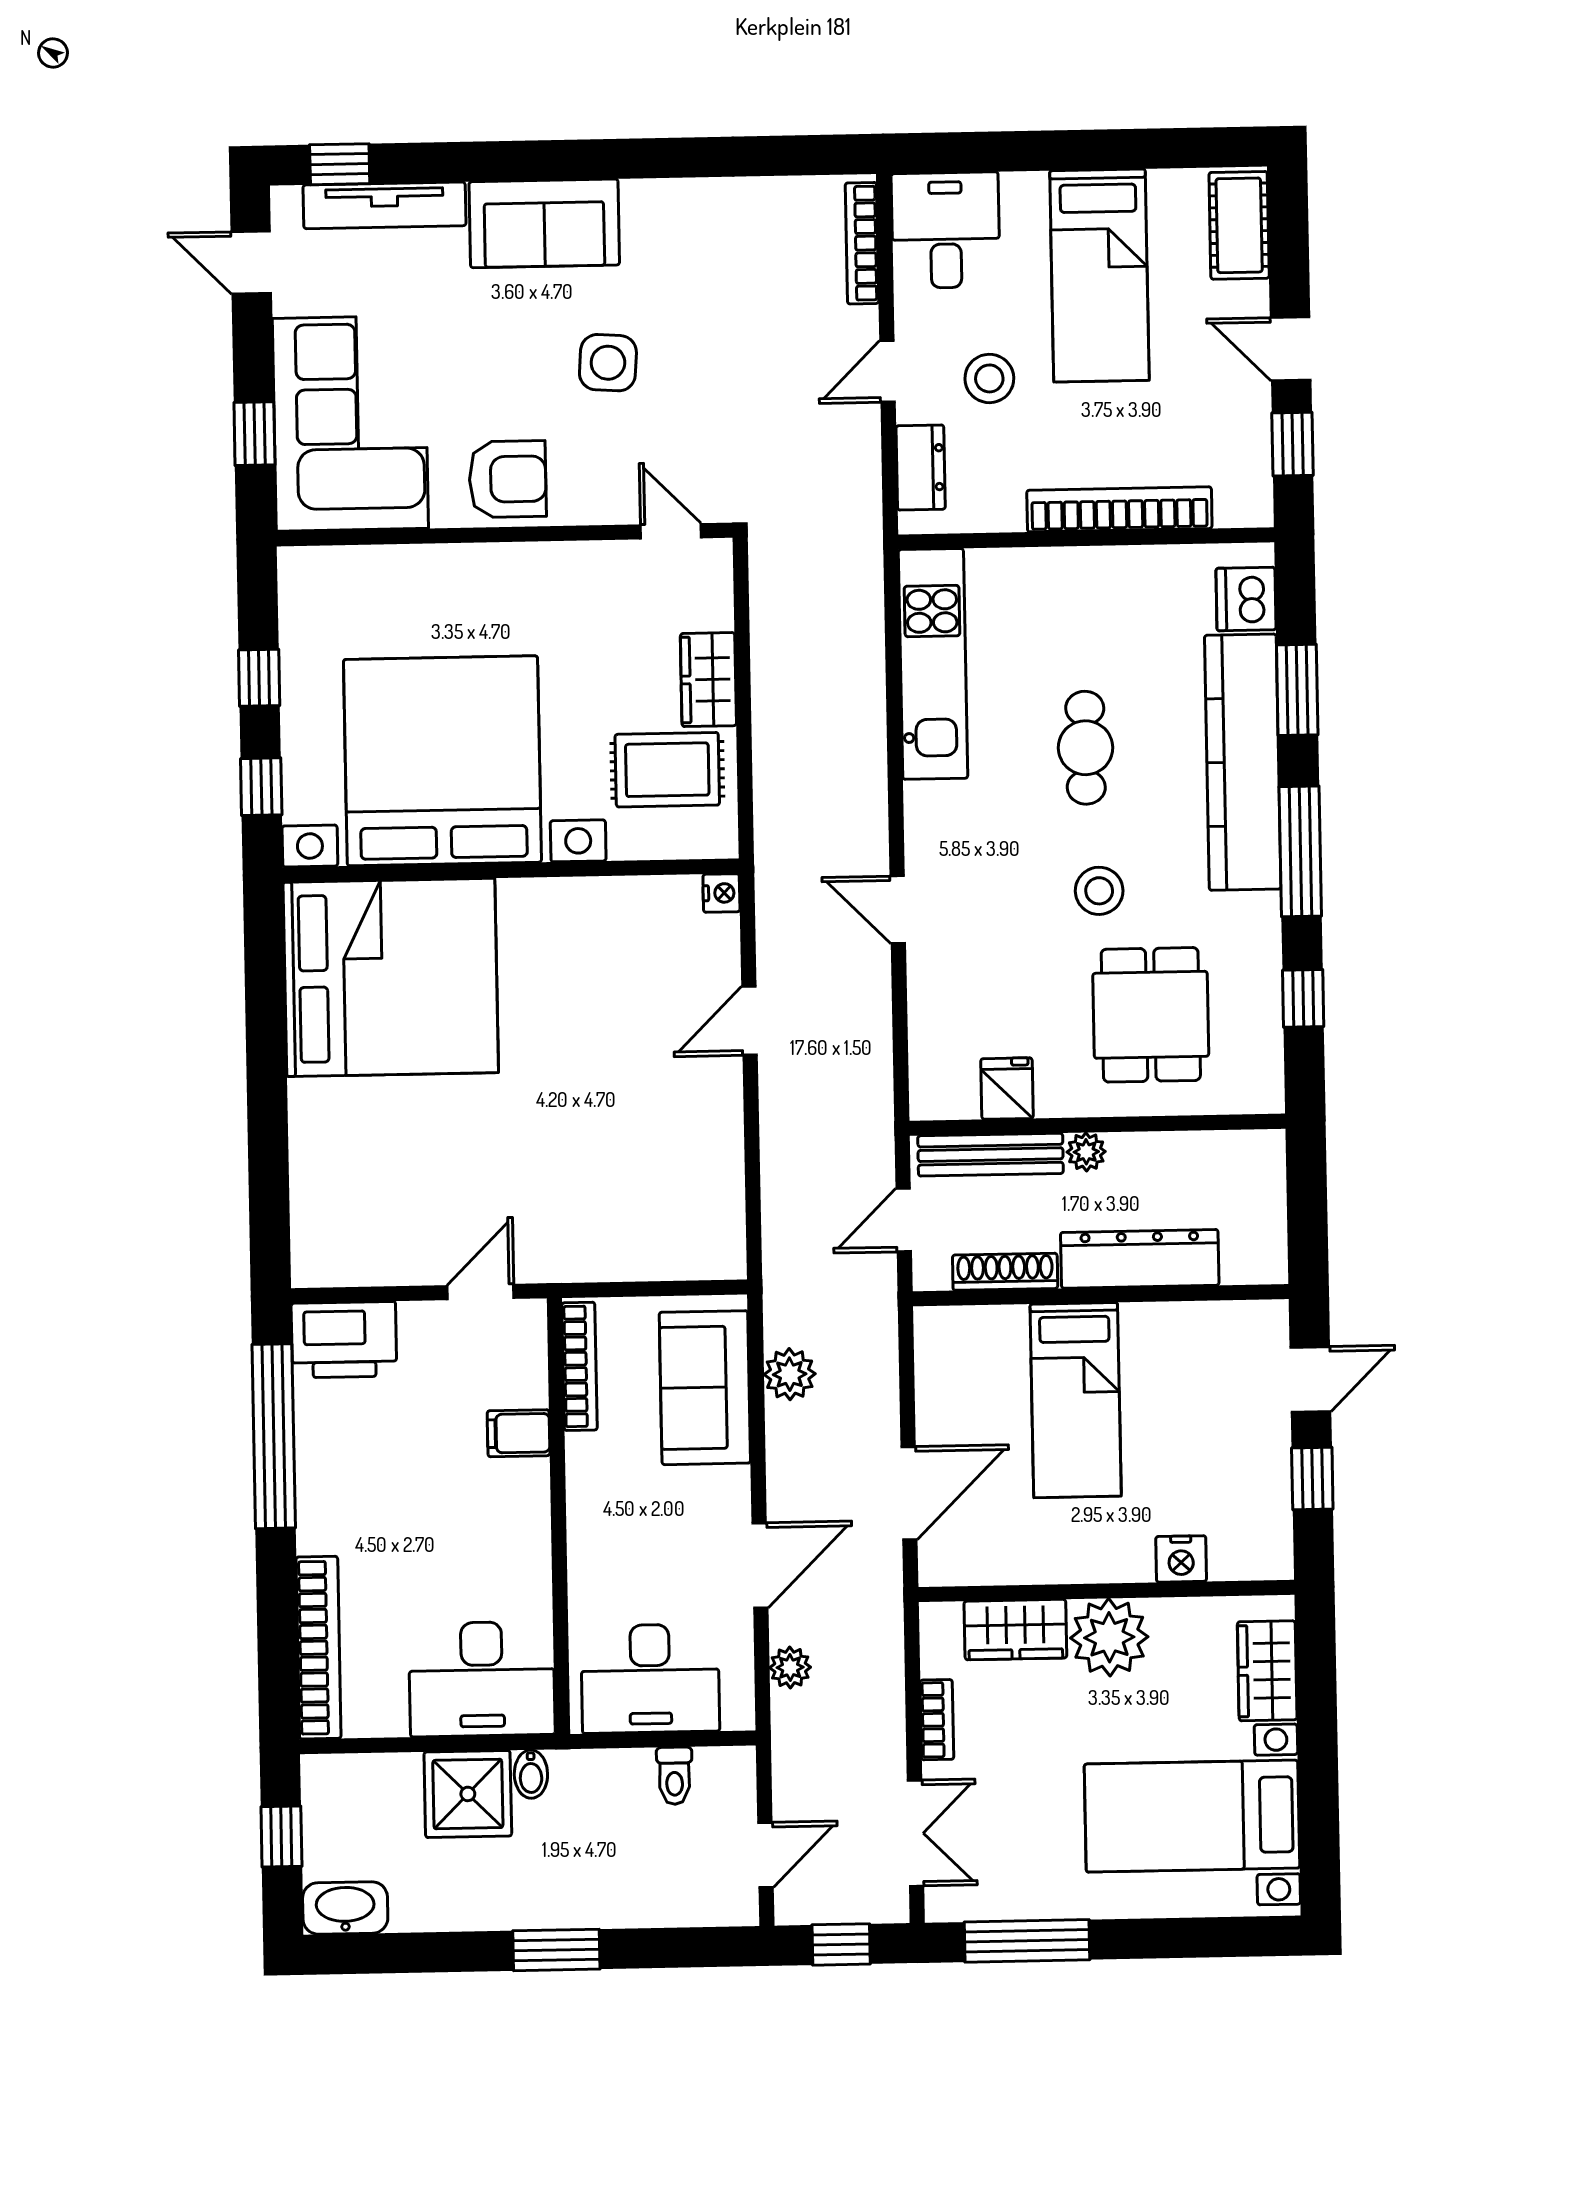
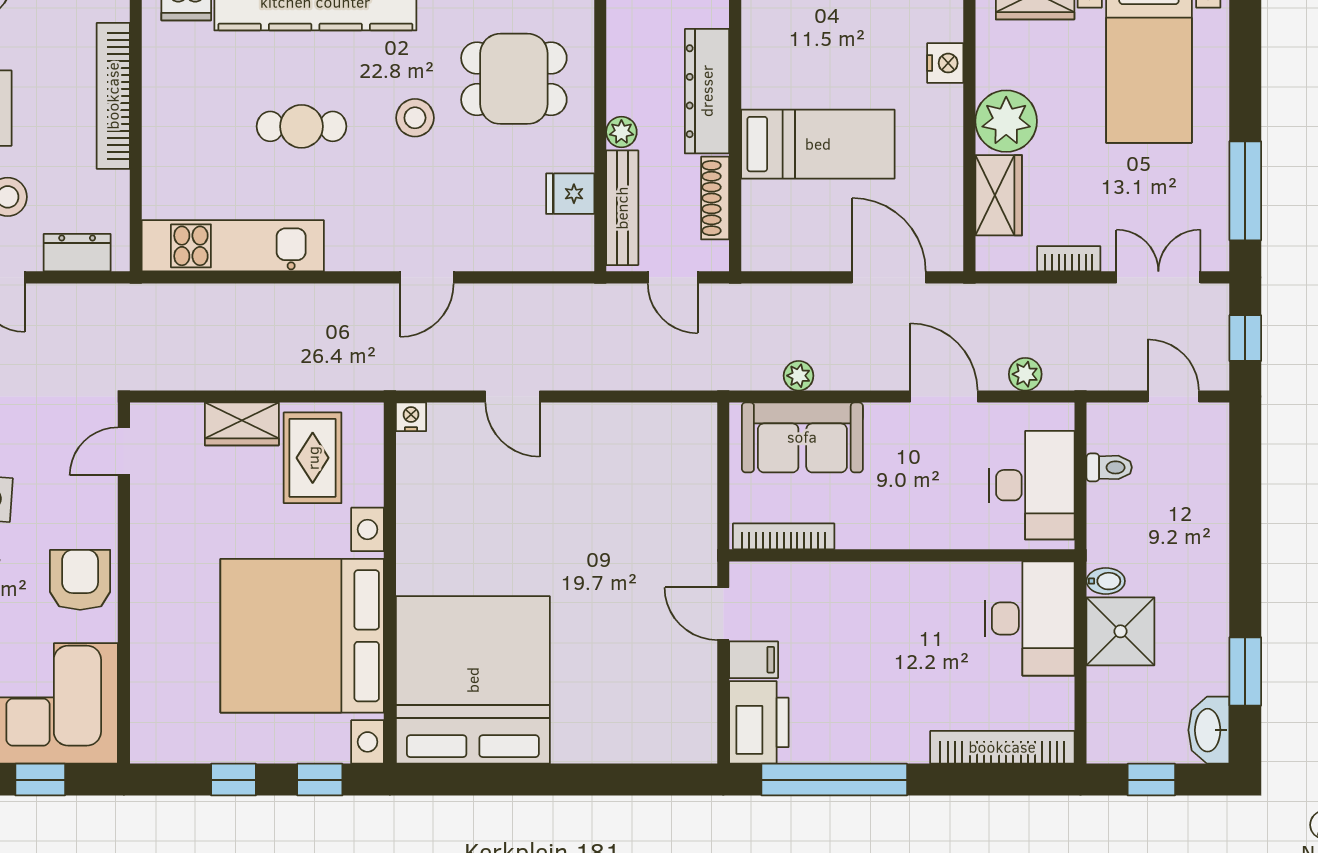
plant: (790, 1374) -> (799, 376), width x0.73, depth x0.73
filing cabinet: (519, 1433) -> (754, 660), moved, turned -90
window: (556, 1950) -> (1245, 671), moved

